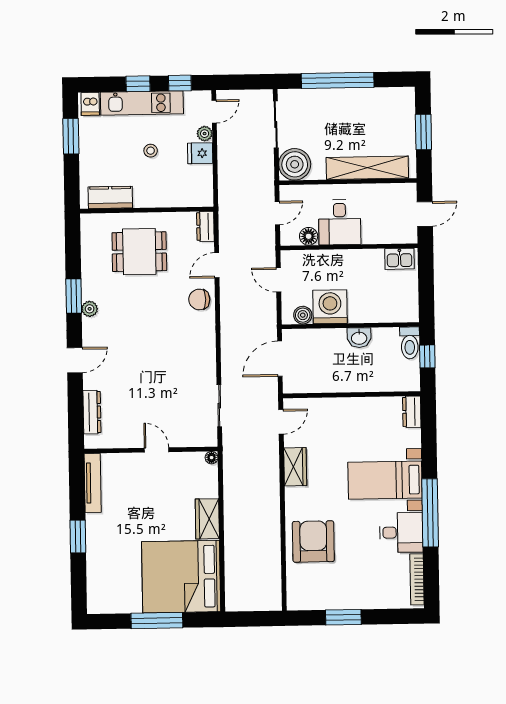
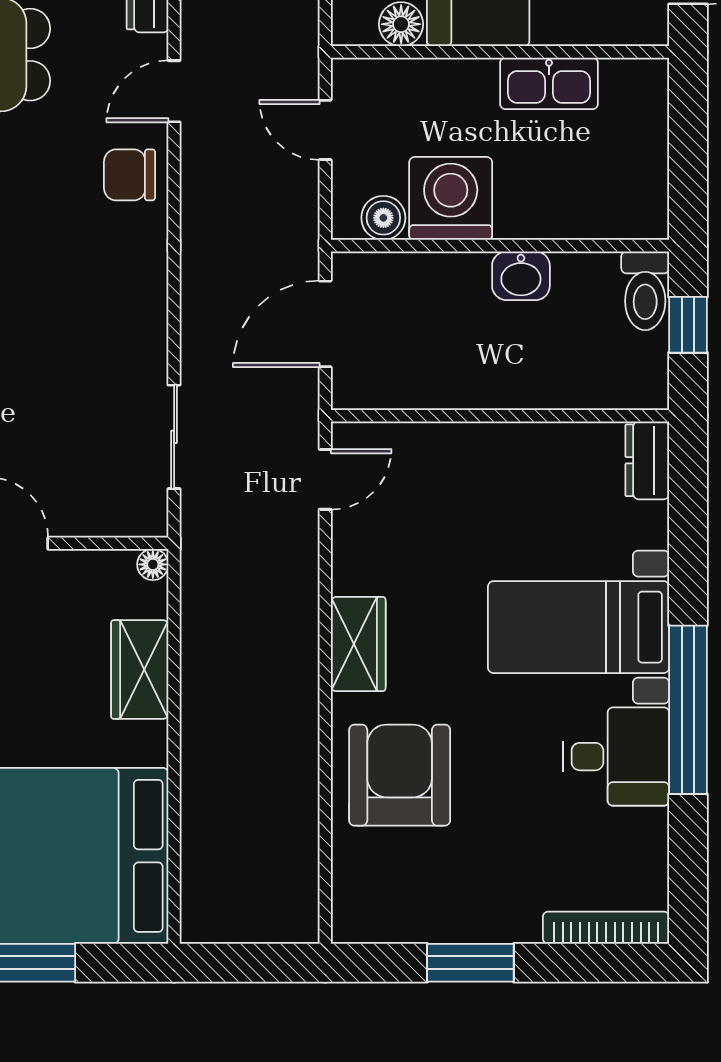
kitchen sink: (400, 259) -> (549, 83), moved, width x1.38
wardrobe: (295, 467) -> (358, 644), moved
wardrobe: (207, 519) -> (140, 669), moved
bookcase: (417, 579) -> (606, 928), moved, turned 90

